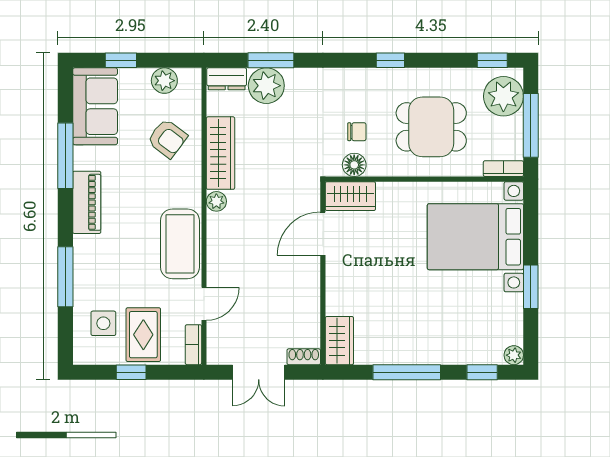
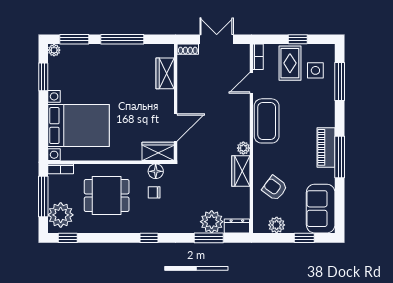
window: (390, 60) -> (149, 238), moved
wardrobe: (221, 153) -> (241, 171), width x0.67
window: (65, 156) -> (340, 157), moved
window: (65, 277) -> (340, 82), moved
window: (531, 287) -> (43, 77), moved
wardrobe: (339, 341) -> (165, 73), moved
window: (482, 372) -> (74, 39), width x1.50

